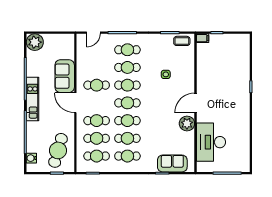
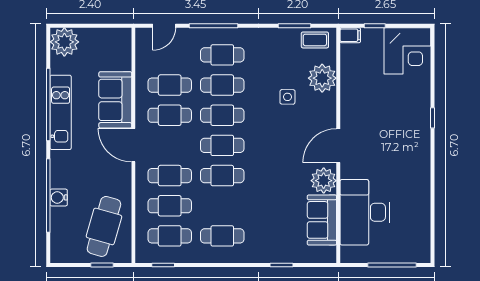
corner desk: (236, 47) -> (407, 51), added
plant: (186, 63) -> (322, 78), added
kitchen unit: (33, 99) -> (61, 112), moved
cafe table: (127, 138) -> (170, 85), moved
water cooler: (31, 158) -> (59, 197), moved
sofa: (172, 164) -> (322, 220), moved, turned -90

